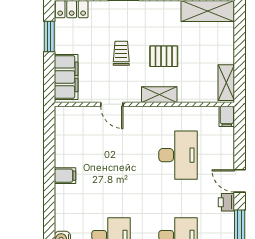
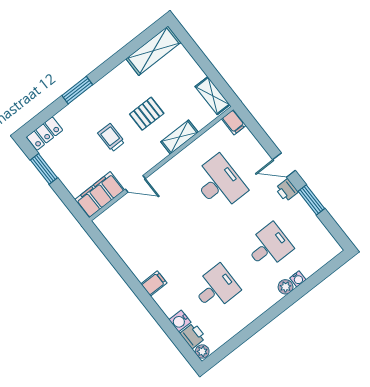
filing cabinet: (66, 77) -> (100, 195), moved, turned -90
shelving: (159, 95) -> (179, 137), moved
filing cabinet: (65, 176) -> (154, 284), moved

